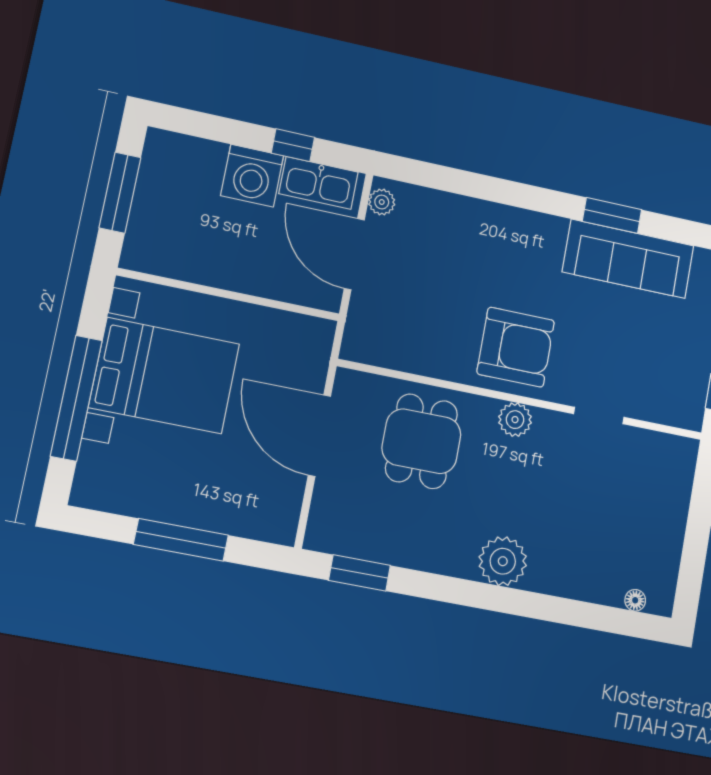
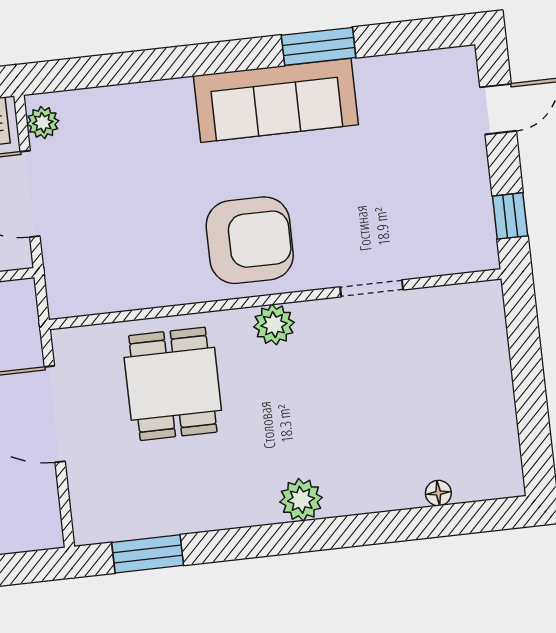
sofa: (628, 259) -> (276, 100), moved
plant: (503, 561) -> (301, 500), width x0.73, depth x0.73
floor lamp: (635, 600) -> (438, 493), moved

